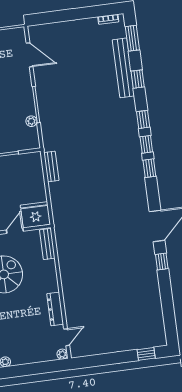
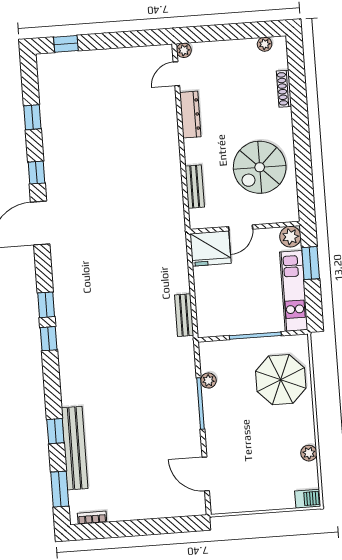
window: (143, 119) -> (32, 117), moved
bench: (47, 244) -> (195, 187), moved

